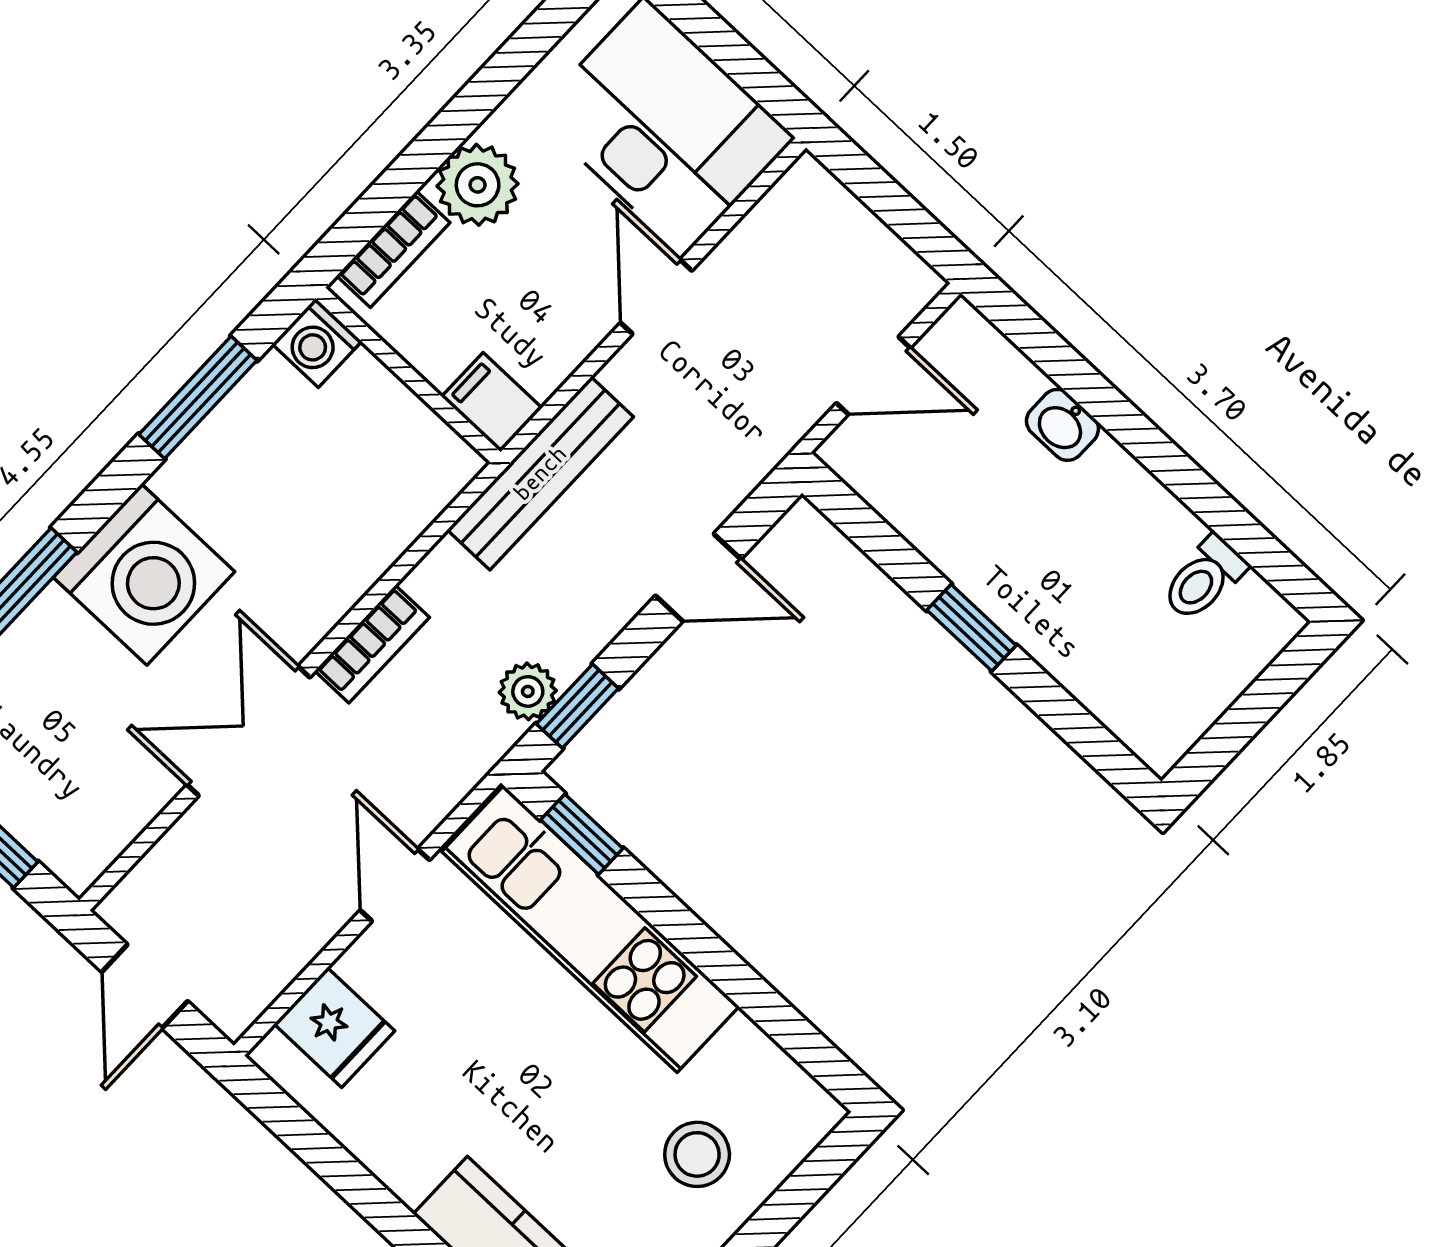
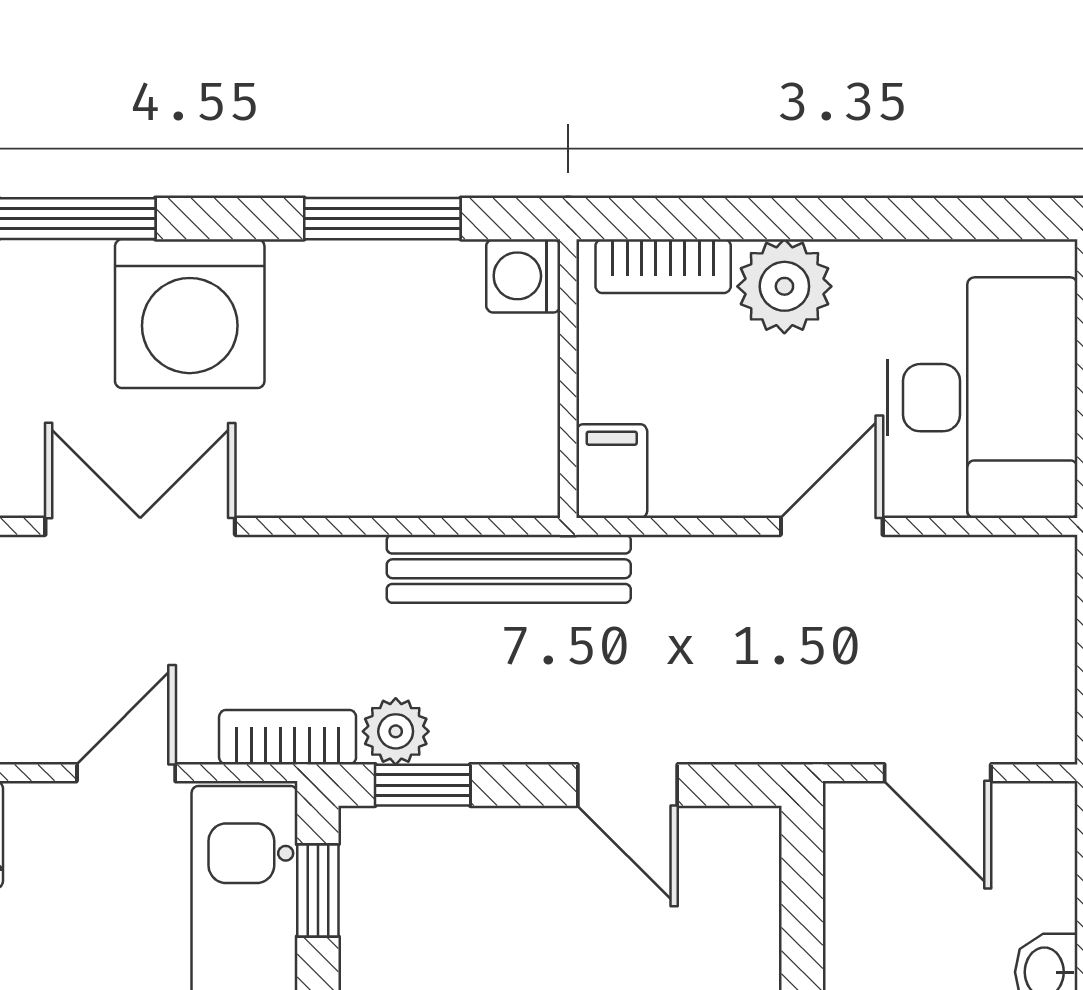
bench: (540, 473) -> (509, 569), moved
bookcase: (372, 644) -> (288, 737), moved, turned 180

